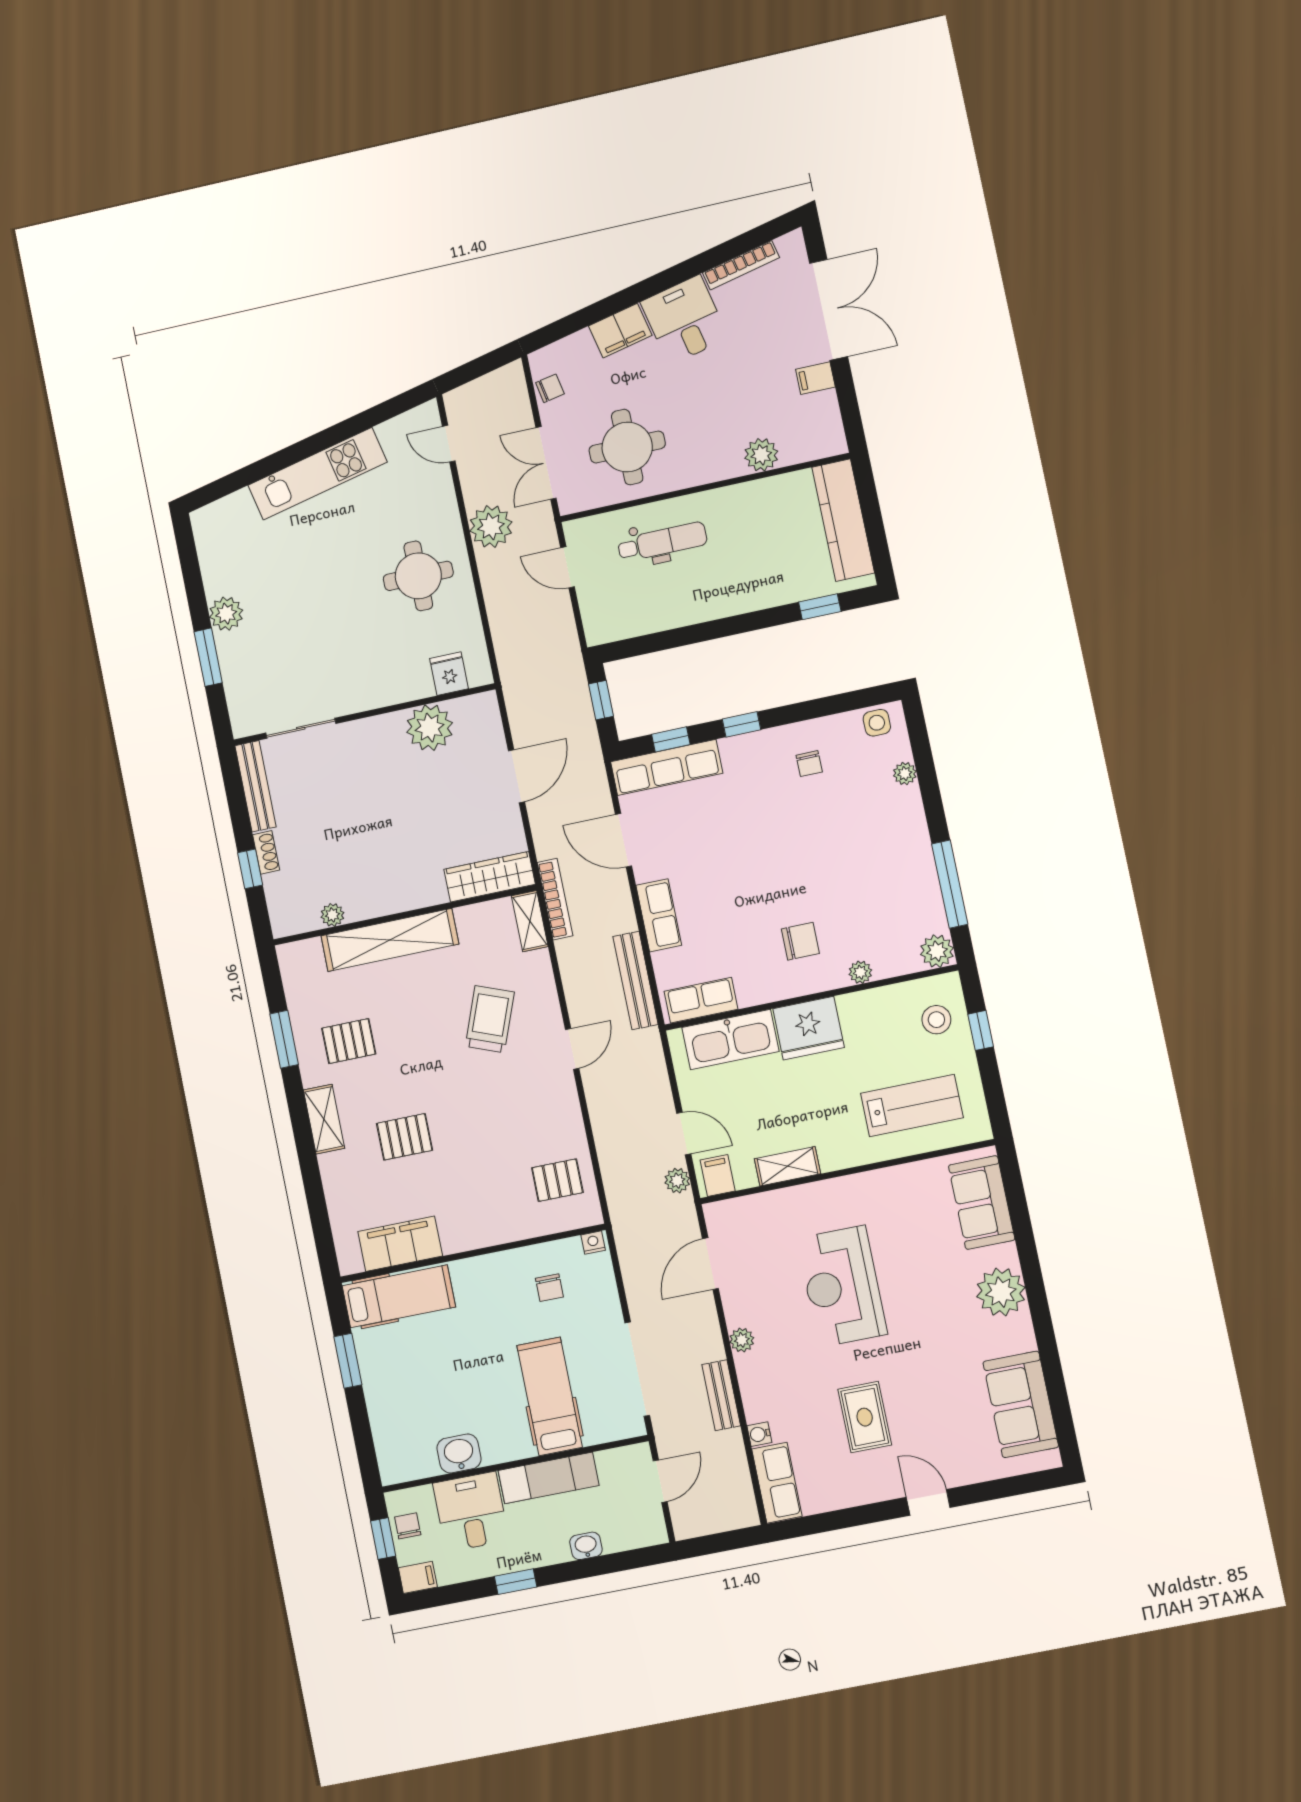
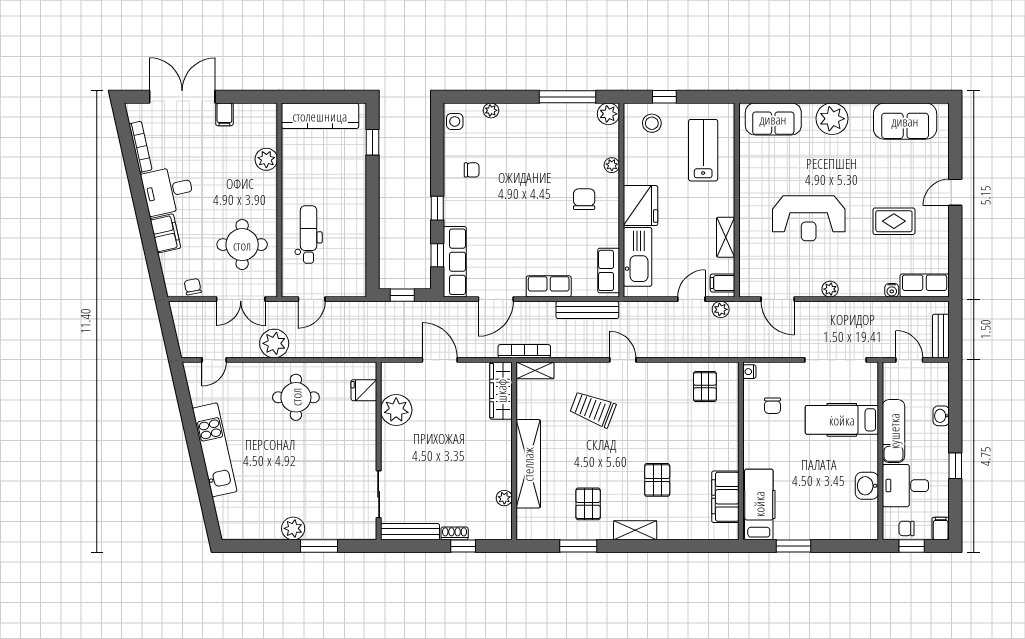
chair: (549, 1288) -> (772, 406), turned 90
bench: (721, 1395) -> (941, 336), moved, turned 90

